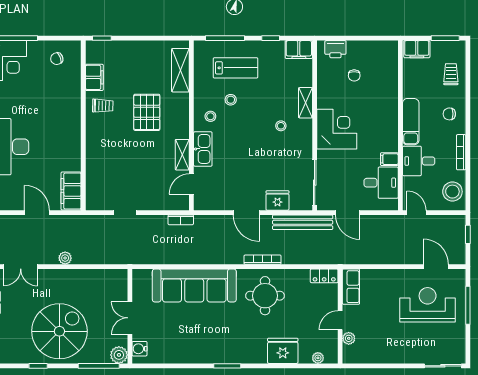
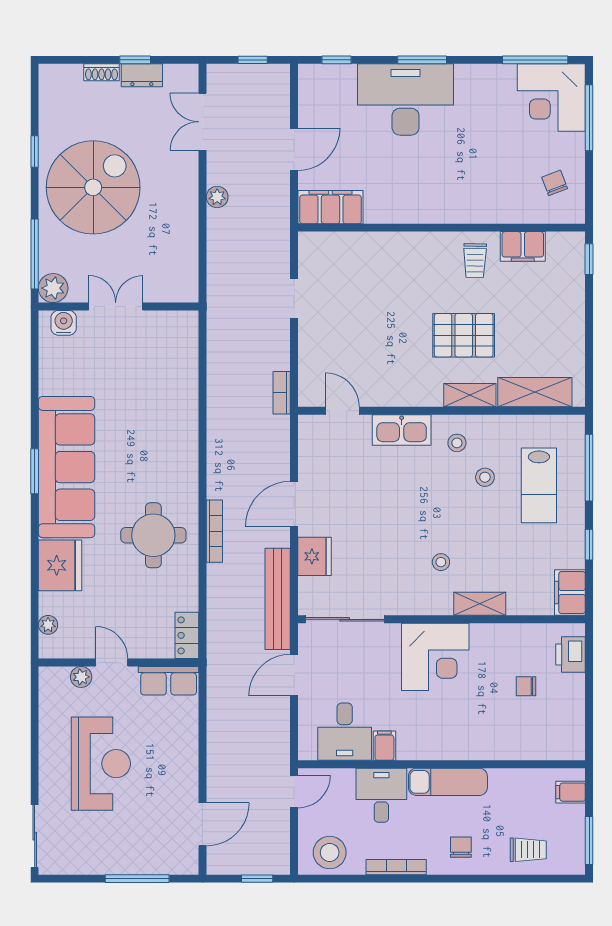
filing cabinet: (417, 49) -> (571, 792), width x0.50
shelving: (182, 155) -> (470, 395), moved
sofa: (194, 285) -> (67, 467), moved, turned 180
reception desk: (428, 305) -> (101, 764), moved
spiral stairs: (59, 331) -> (93, 187), turned -90

